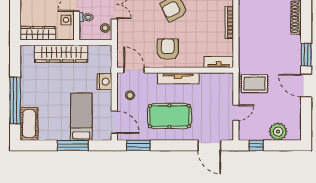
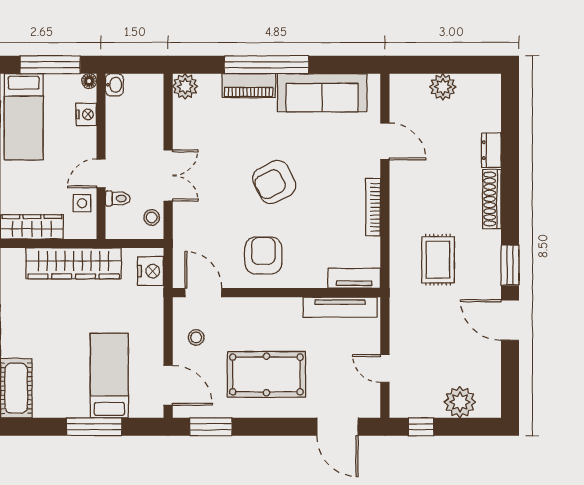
tv unit: (178, 78) -> (340, 307), moved
nightstand: (104, 82) -> (151, 271), moved
rug: (254, 84) -> (438, 260), moved, turned 90
door: (236, 113) -> (385, 368), swing flipped

